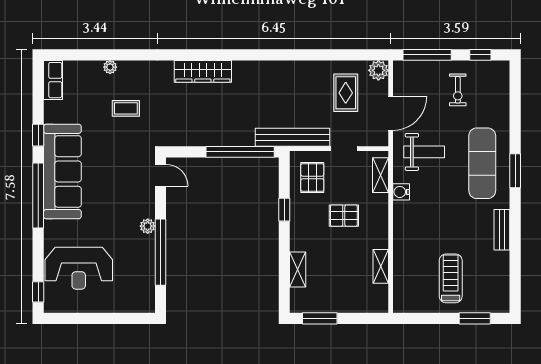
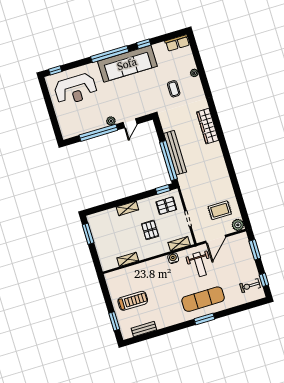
window: (427, 55) -> (255, 250), width x0.69
exercise bike: (458, 90) -> (250, 286), moved
door: (391, 113) -> (216, 239), hinge flipped
bench: (293, 137) -> (175, 153), moved
door: (160, 175) -> (130, 123), moved
window: (284, 210) -> (163, 189), moved
bench: (502, 230) -> (144, 329), moved
reception desk: (79, 268) -> (76, 89), turned -90
shelving: (298, 269) -> (127, 208), moved

